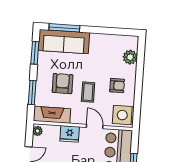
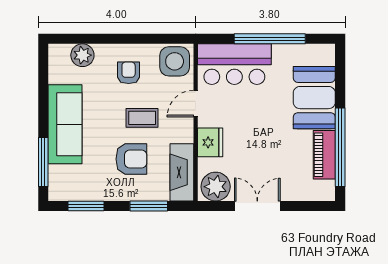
sofa: (64, 42) -> (65, 124), moved
armchair: (63, 84) -> (131, 159), turned 180
plant: (38, 131) -> (216, 187), width x1.88, depth x1.88

